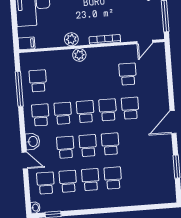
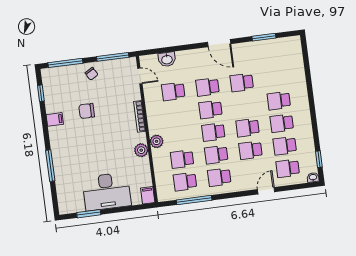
school desk: (60, 79) -> (182, 159), added
washbasin: (33, 141) -> (167, 59), moved, turned 180
school desk: (110, 144) -> (242, 83), moved

